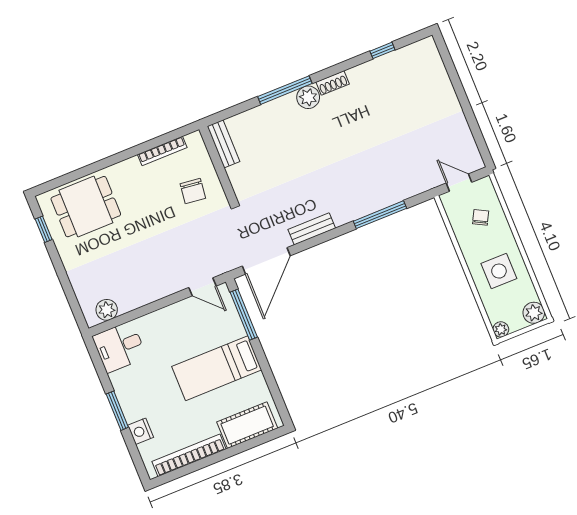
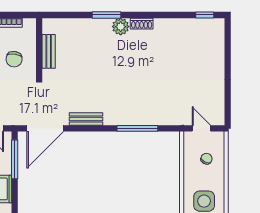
window: (382, 50) -> (205, 15), moved
window: (285, 90) -> (106, 15), width x0.69
bench: (223, 144) -> (49, 51), moved

